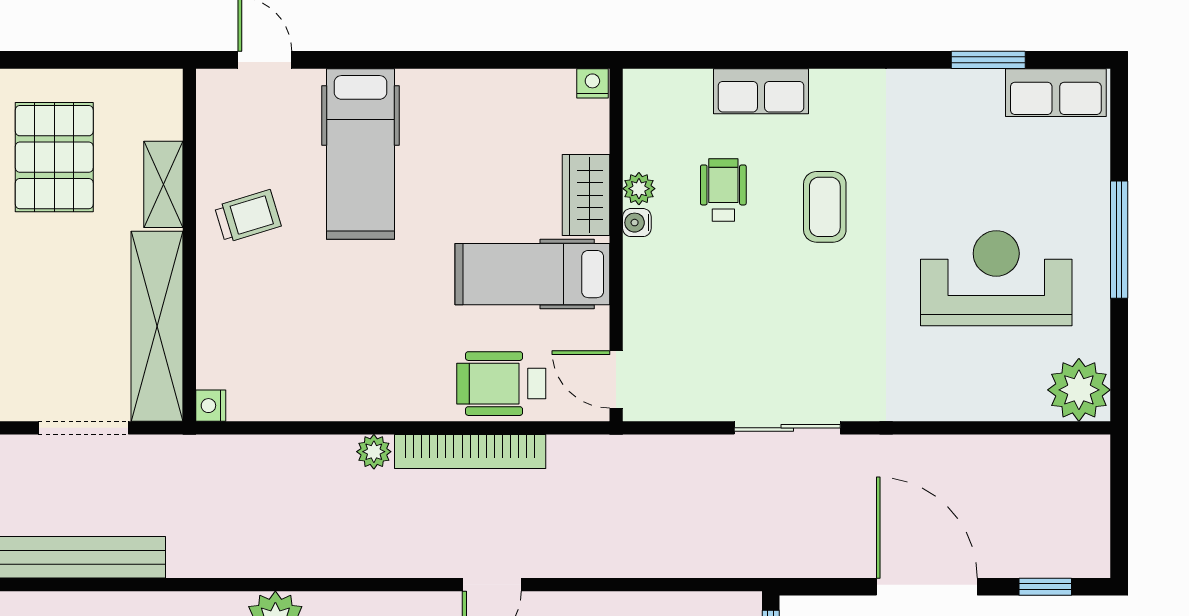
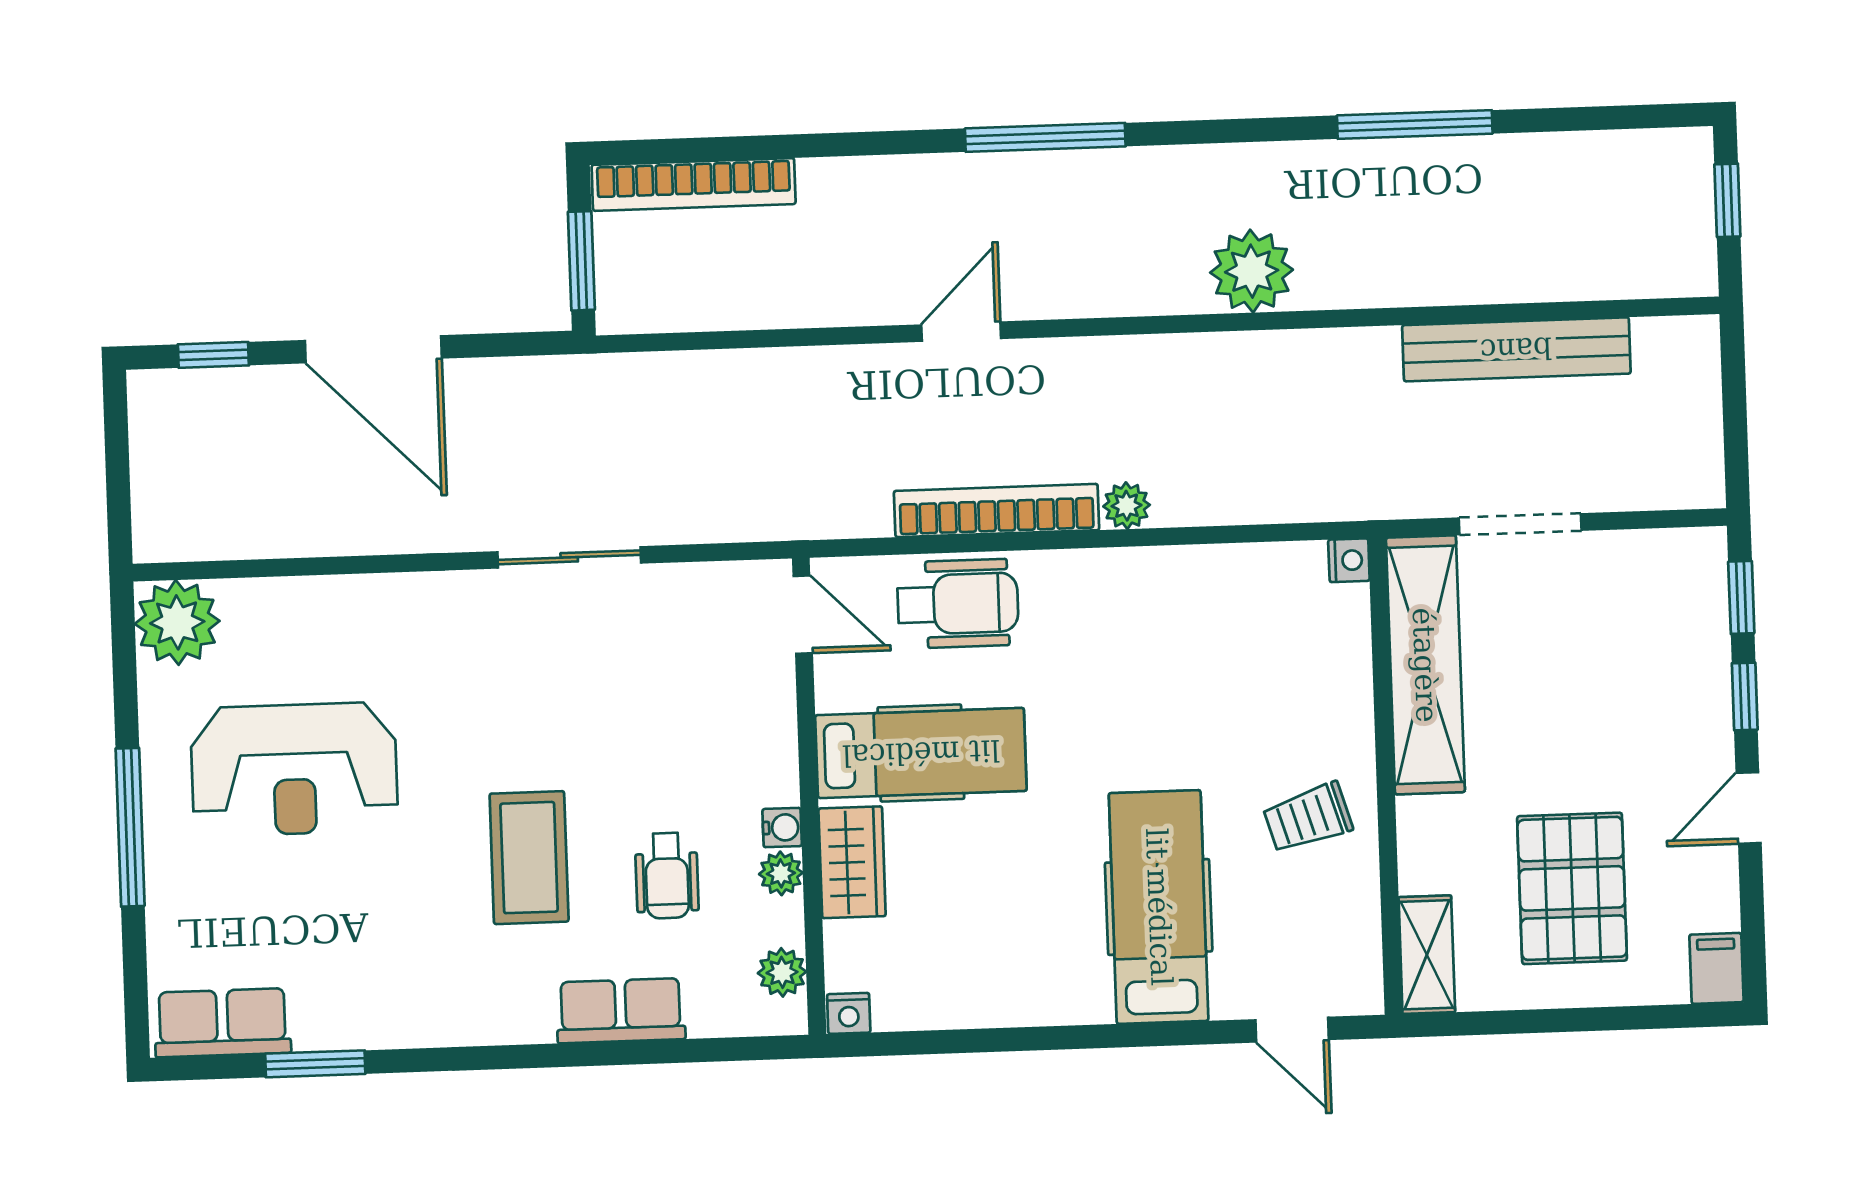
plant: (641, 115) -> (782, 972), added
shelving: (163, 184) -> (1427, 955), moved
coffee table: (825, 207) -> (529, 858), width x1.36, depth x1.30

